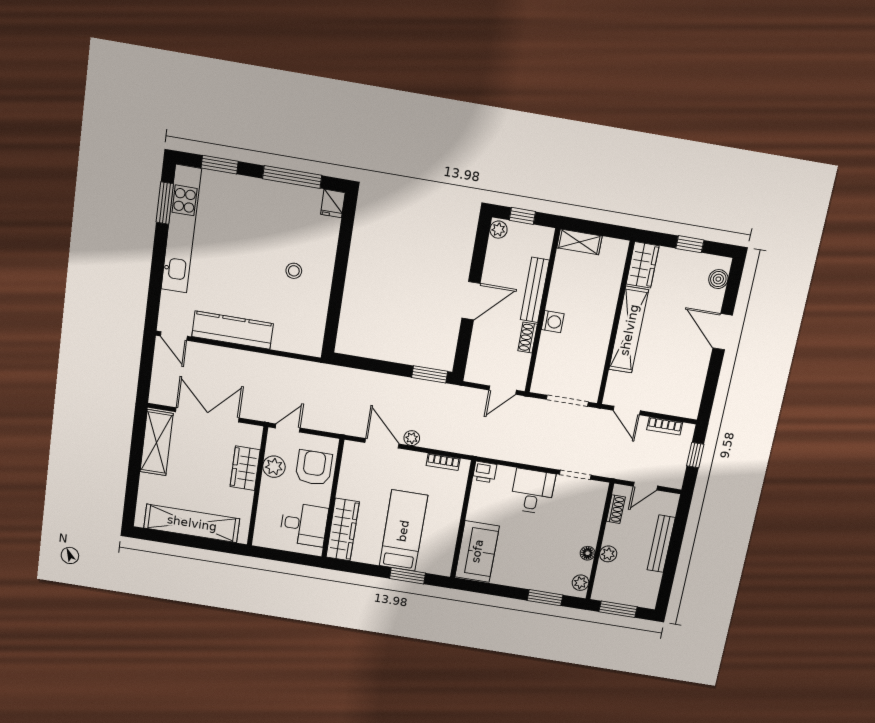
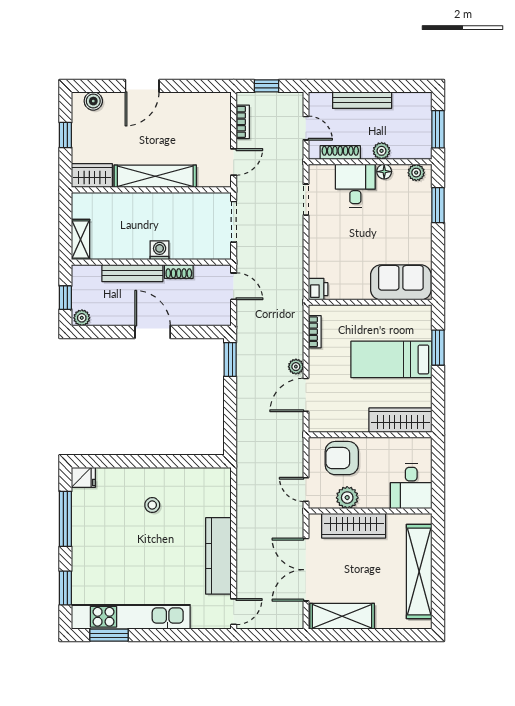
wardrobe: (245, 468) -> (354, 526), width x1.50
desk: (533, 491) -> (355, 186), moved, turned 90
shoe rack: (616, 509) -> (340, 153), width x1.43
desk: (304, 524) -> (411, 486), moved, turned 180

